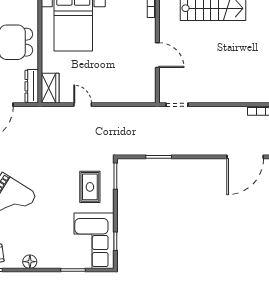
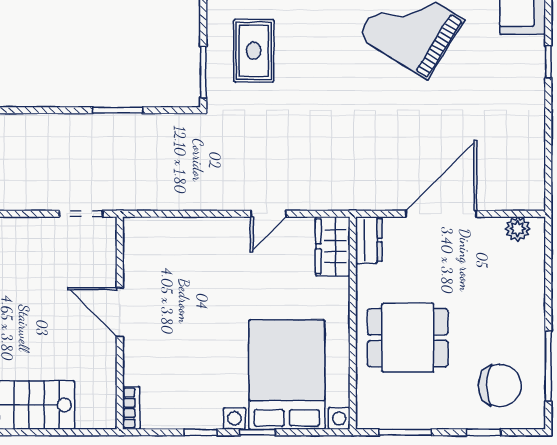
dresser: (32, 86) -> (369, 240), width x0.70
door: (83, 105) -> (268, 214), hinge flipped

